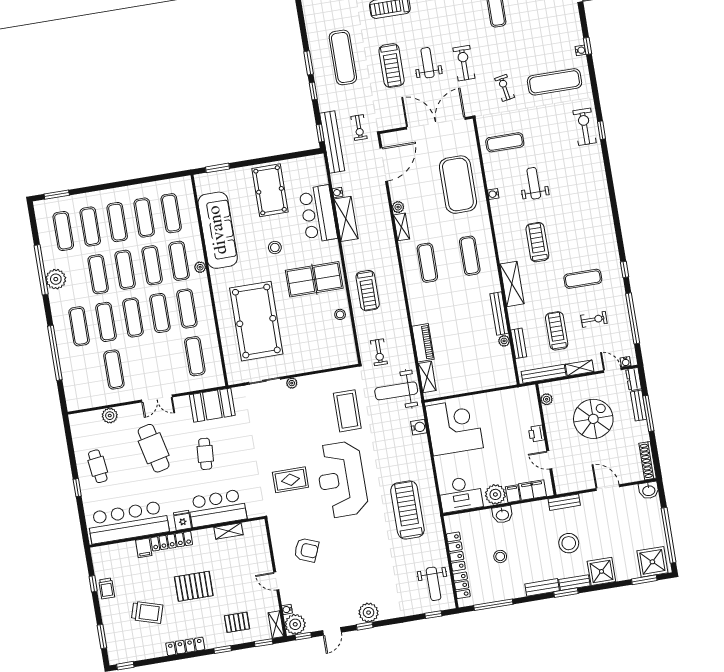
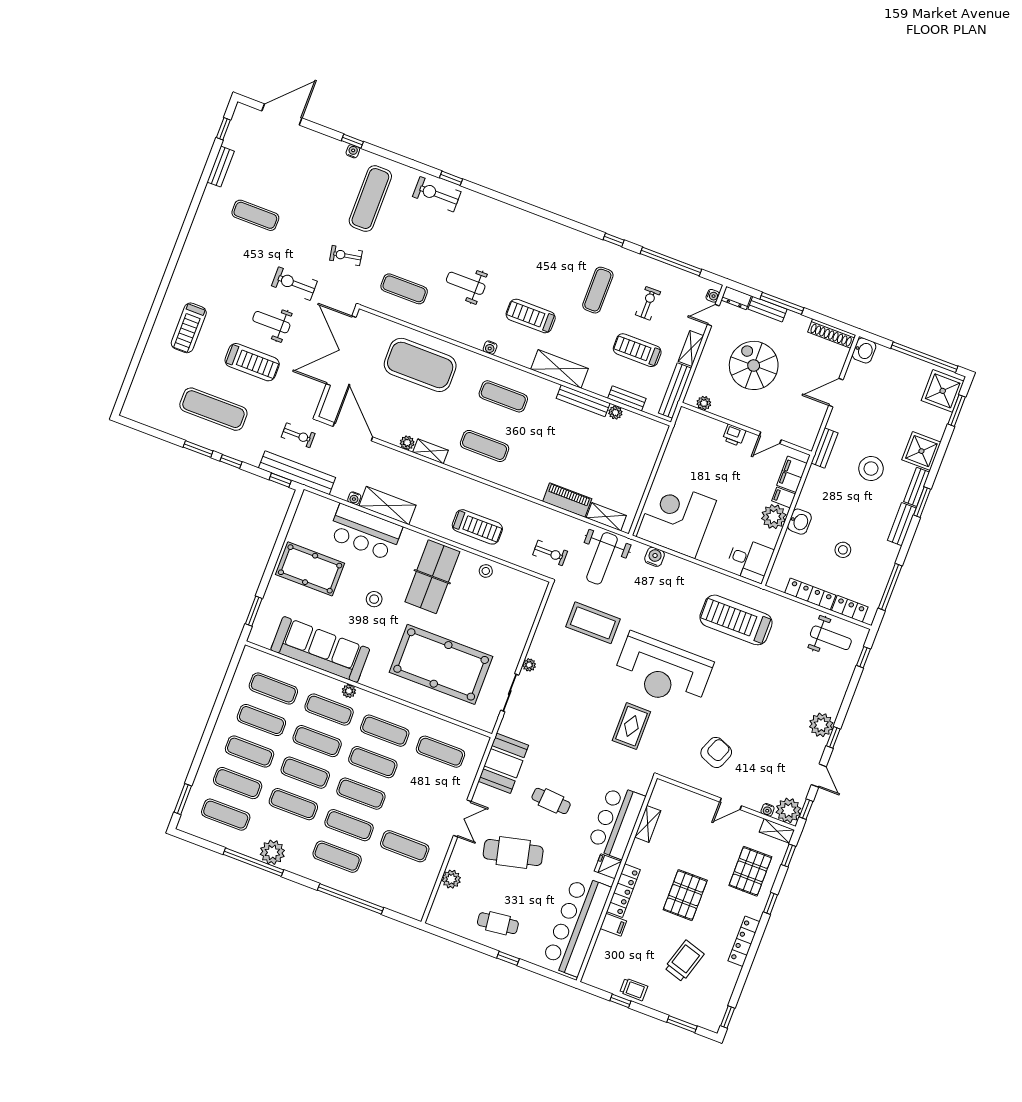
exercise mat: (505, 142) -> (404, 289), turned 90
water cooler: (493, 194) -> (490, 348), moved
desk: (461, 494) -> (750, 560), width x0.73
pallet: (237, 622) -> (750, 871), width x1.50, depth x1.42

